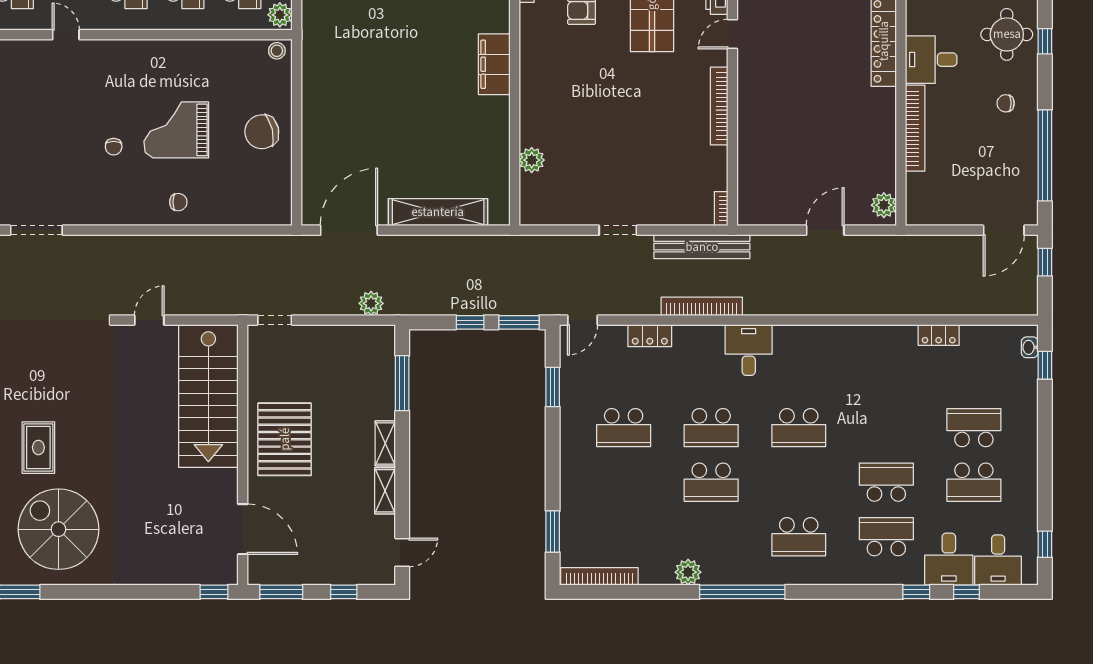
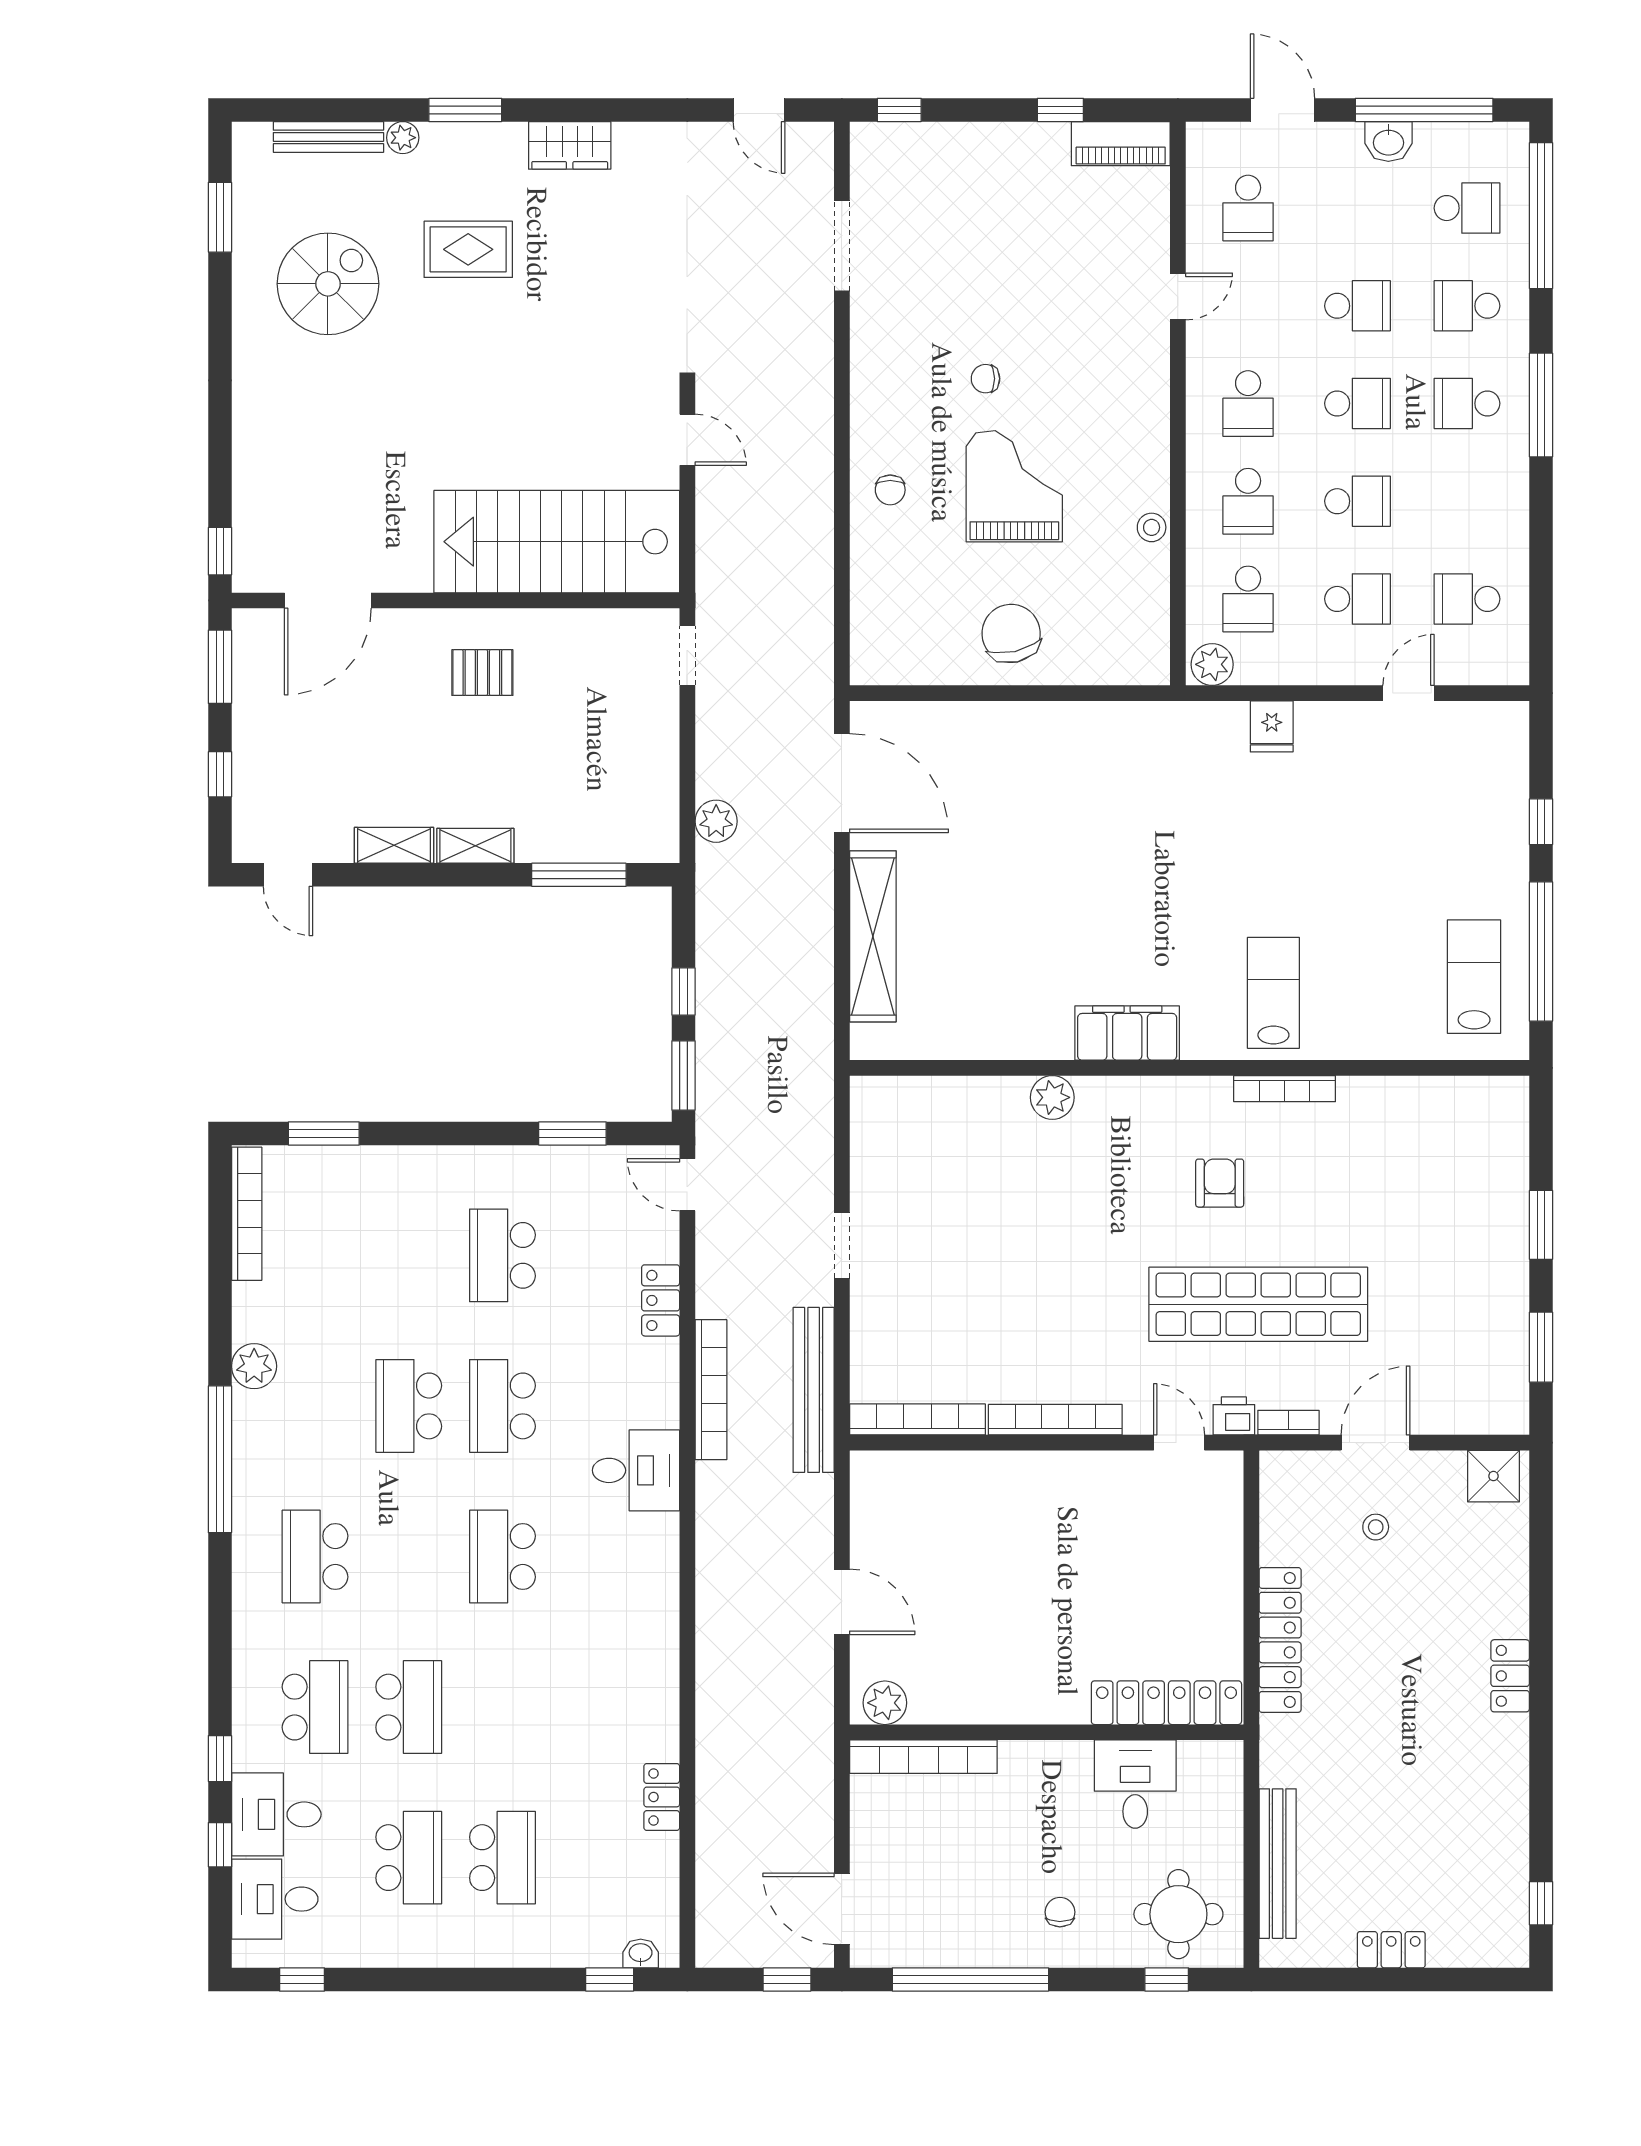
stool: (277, 51) -> (1152, 527), moved
bookcase: (915, 128) -> (923, 1757), moved
plant: (532, 160) -> (1052, 1097), moved
bookcase: (721, 209) -> (917, 1419), width x2.31, depth x1.31
pallet: (285, 439) -> (482, 673), width x0.49, depth x0.50
school desk: (974, 482) -> (409, 1858), turned 180
spiral stairs: (58, 529) -> (328, 284), width x0.73, depth x0.73

